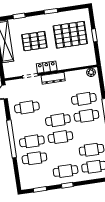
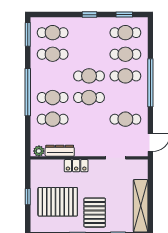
pallet: (34, 41) -> (95, 213), moved, turned 90
locker: (47, 67) -> (76, 166), moved
dresser: (53, 78) -> (60, 151), moved
cafe table: (66, 171) -> (125, 33), moved

